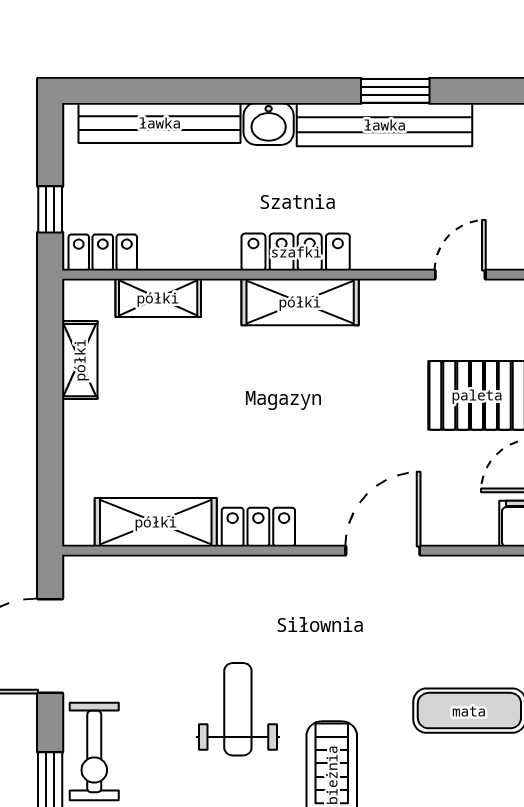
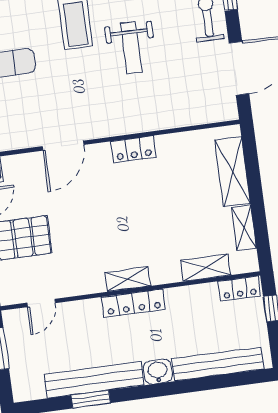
shelving: (300, 302) -> (128, 279), width x0.67, depth x0.75
shelving: (156, 522) -> (233, 172), moved, turned 90

